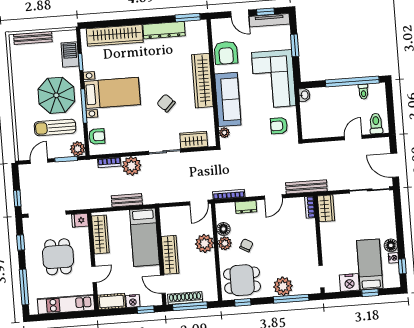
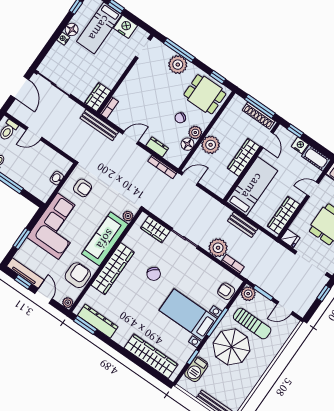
plant: (216, 24) -> (68, 303), added
dresser: (164, 30) -> (98, 321), moved
washbasin: (304, 95) -> (57, 178), moved
nightstand: (393, 258) -> (63, 39), moved

